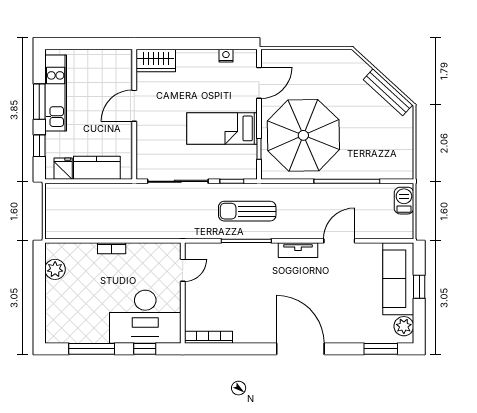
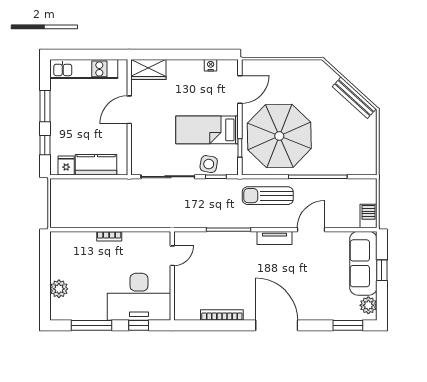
kitchen unit: (56, 93) -> (84, 69), moved, turned 90
side table: (224, 167) -> (209, 164), added
barbecue: (404, 201) -> (369, 216), moved
sun lounger: (247, 211) -> (268, 196), moved
plant: (55, 269) -> (59, 289), moved
bookcase: (208, 337) -> (222, 315), moved

